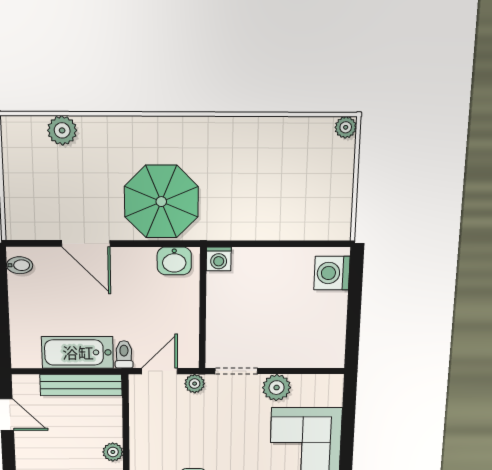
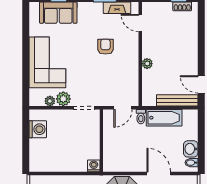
washbasin: (174, 261) -> (191, 149), moved, turned -90
washing machine: (332, 273) -> (38, 129), moved
plant: (195, 384) -> (50, 101), moved
bench: (81, 385) -> (177, 100), moved

